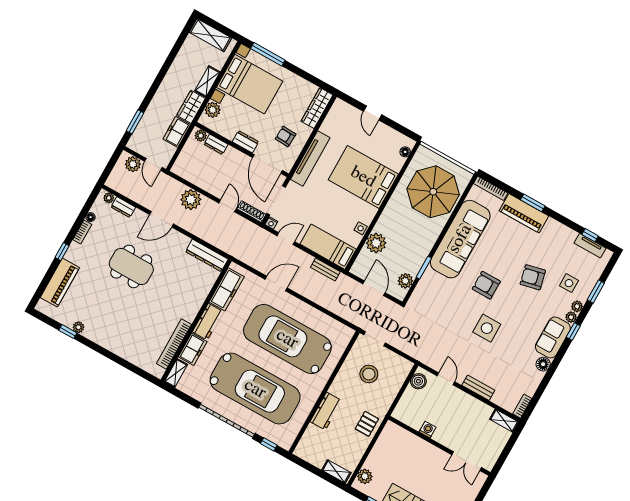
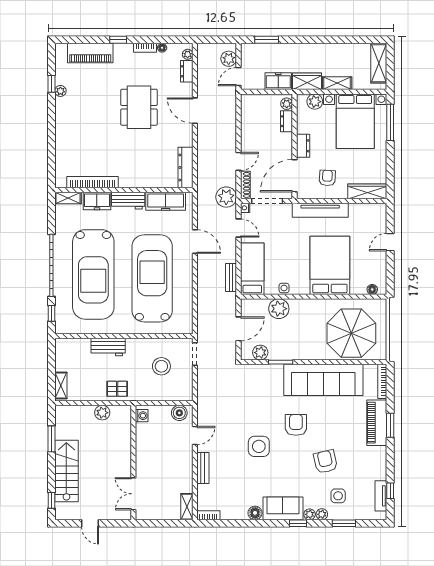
plant: (191, 200) -> (226, 197), moved
washing machine: (428, 430) -> (142, 416), moved
plant: (365, 476) -> (102, 413), moved

